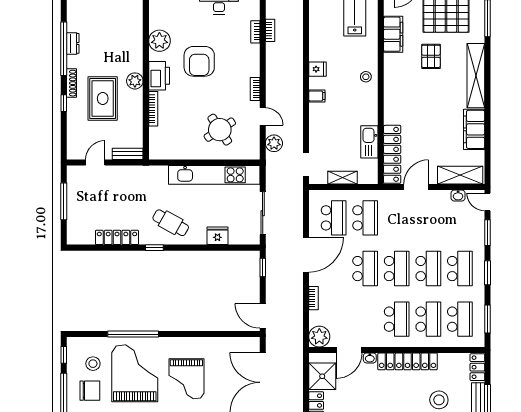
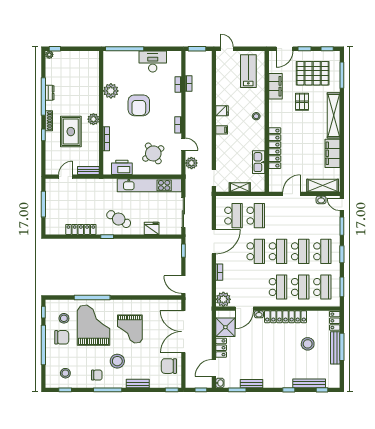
printer: (159, 76) -> (122, 167), moved, turned -90
locker: (392, 154) -> (275, 148), moved

